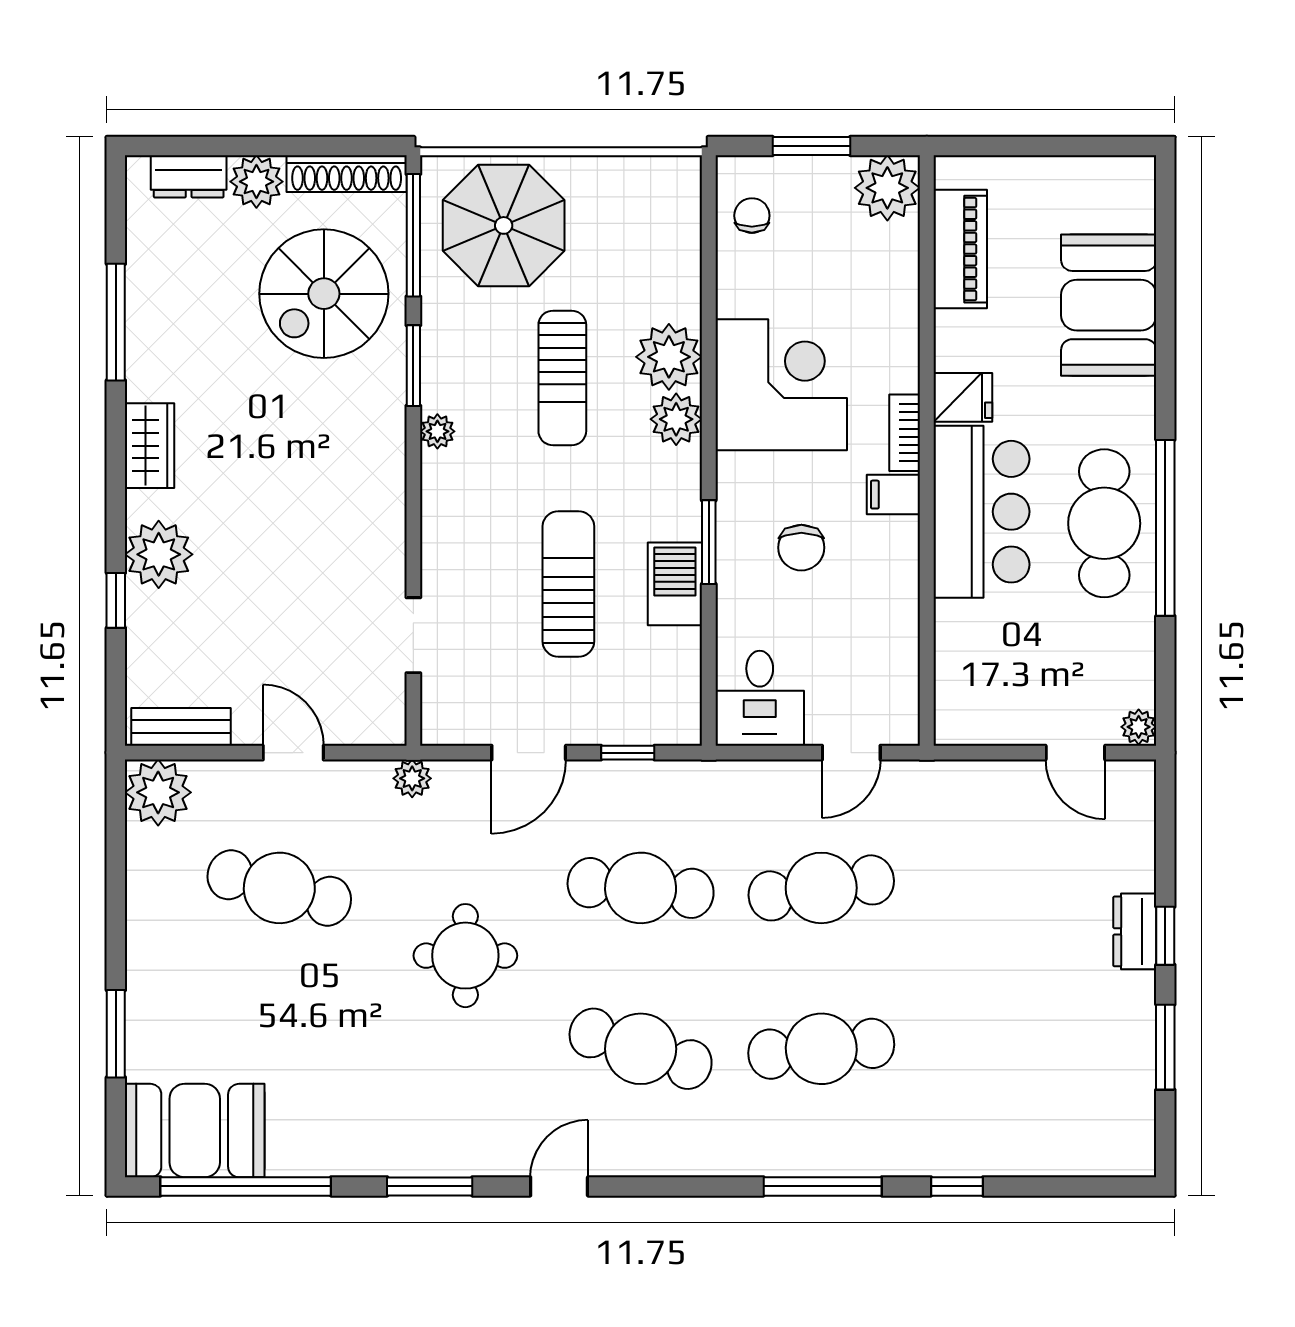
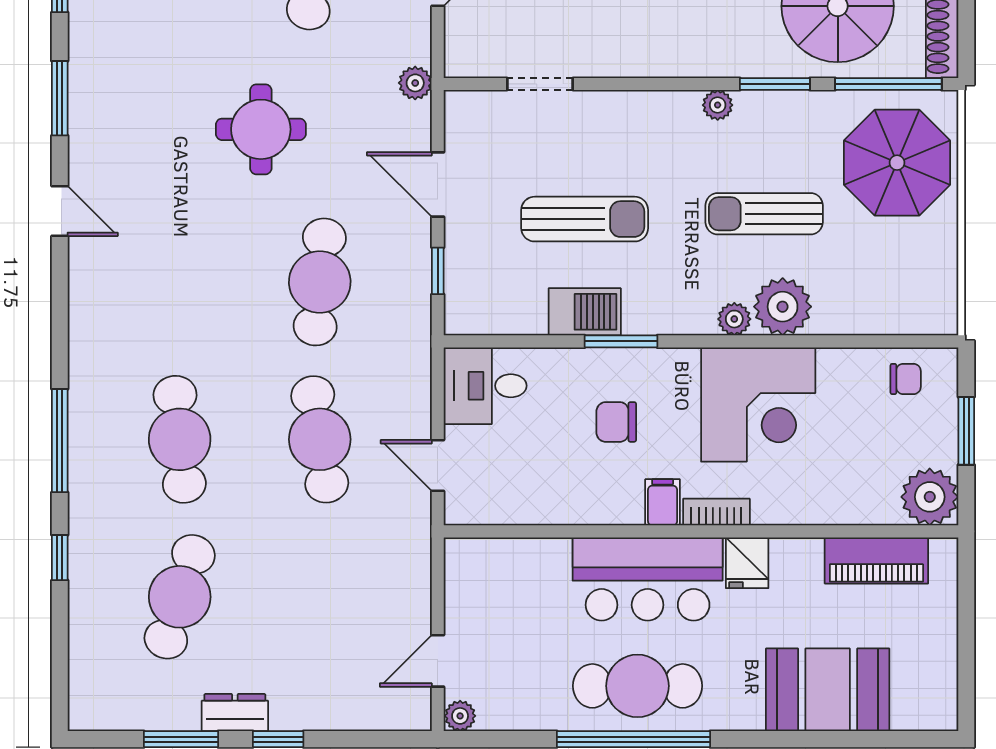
plant: (676, 419) -> (734, 319), width x0.73, depth x0.73
dresser: (1135, 931) -> (235, 713), moved
cafe table: (641, 1049) -> (180, 597), moved

